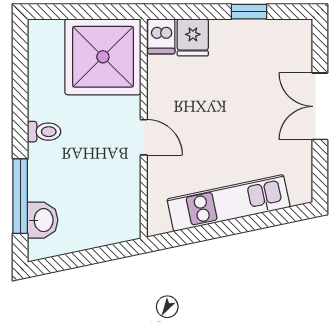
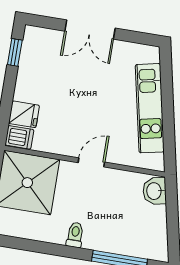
window: (249, 12) -> (15, 52), moved
washbasin: (43, 220) -> (155, 191), moved, turned -102

